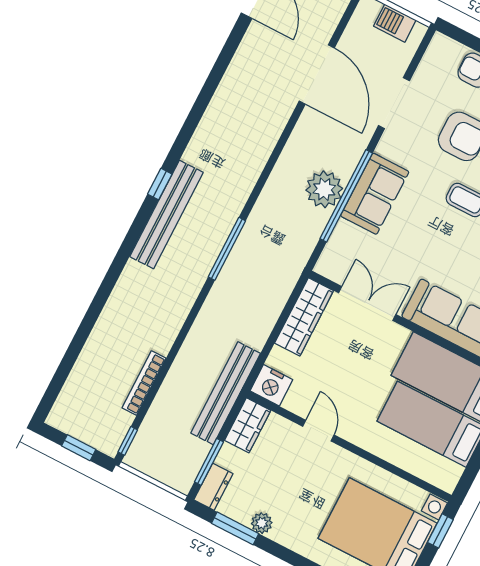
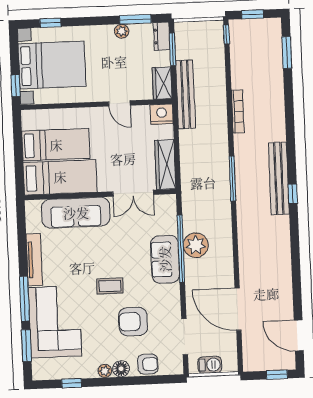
doorway: (394, 103) -> (185, 337), moved
window: (62, 373) -> (287, 52), added
bookcase: (144, 383) -> (238, 111), moved

